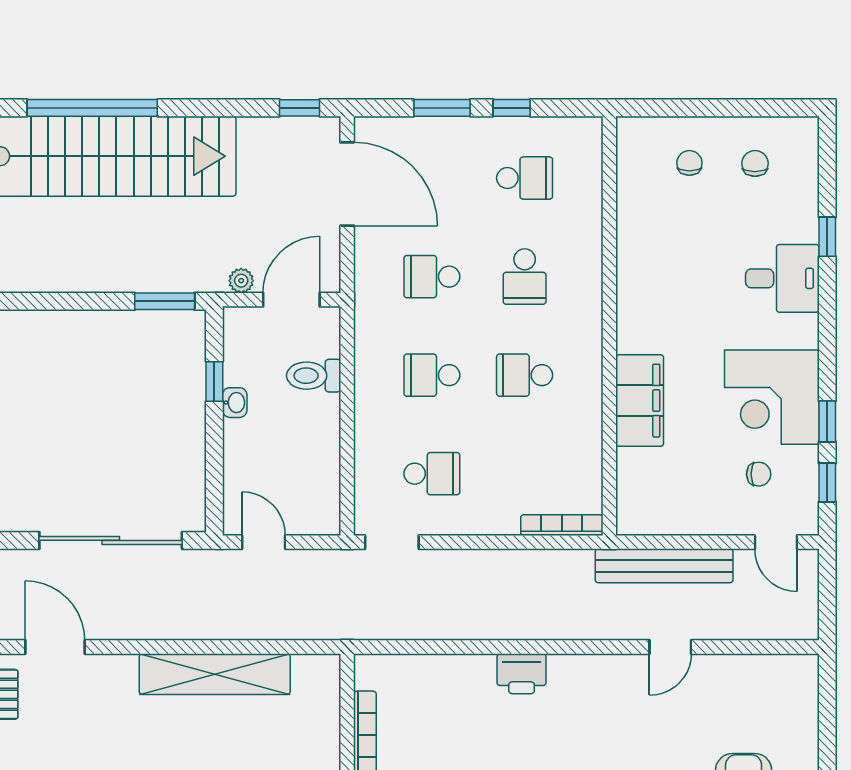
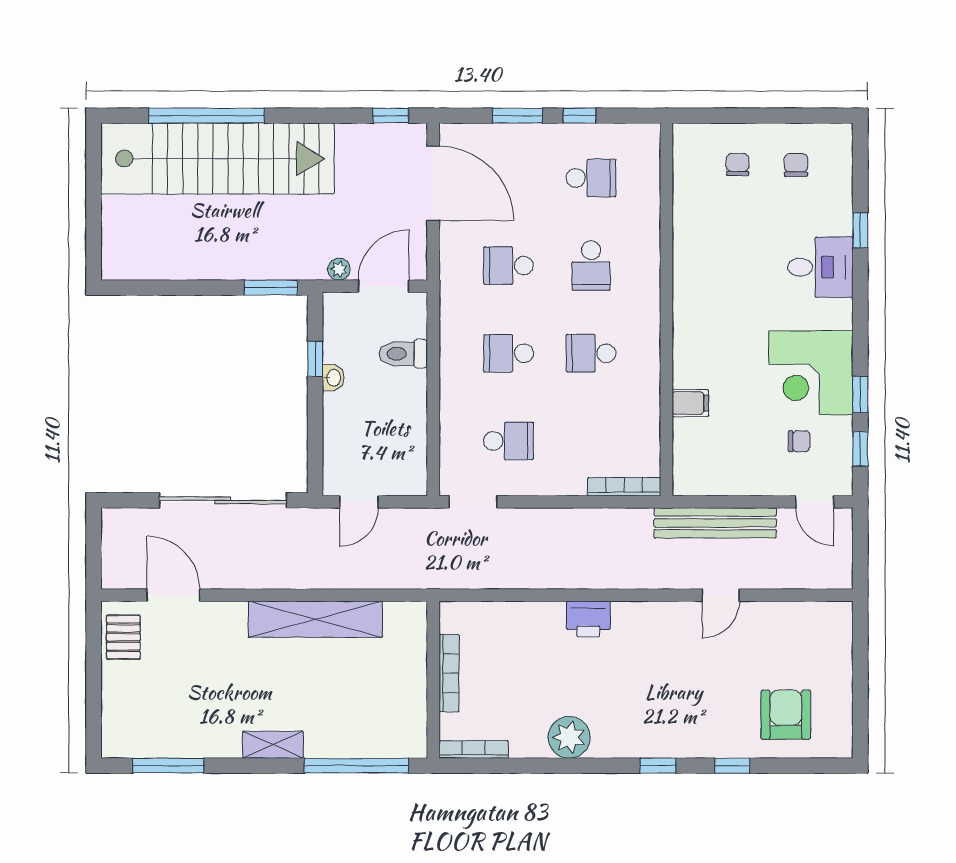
filing cabinet: (640, 401) -> (690, 403), width x0.33, depth x0.86
door: (264, 542) -> (359, 502), swing flipped

